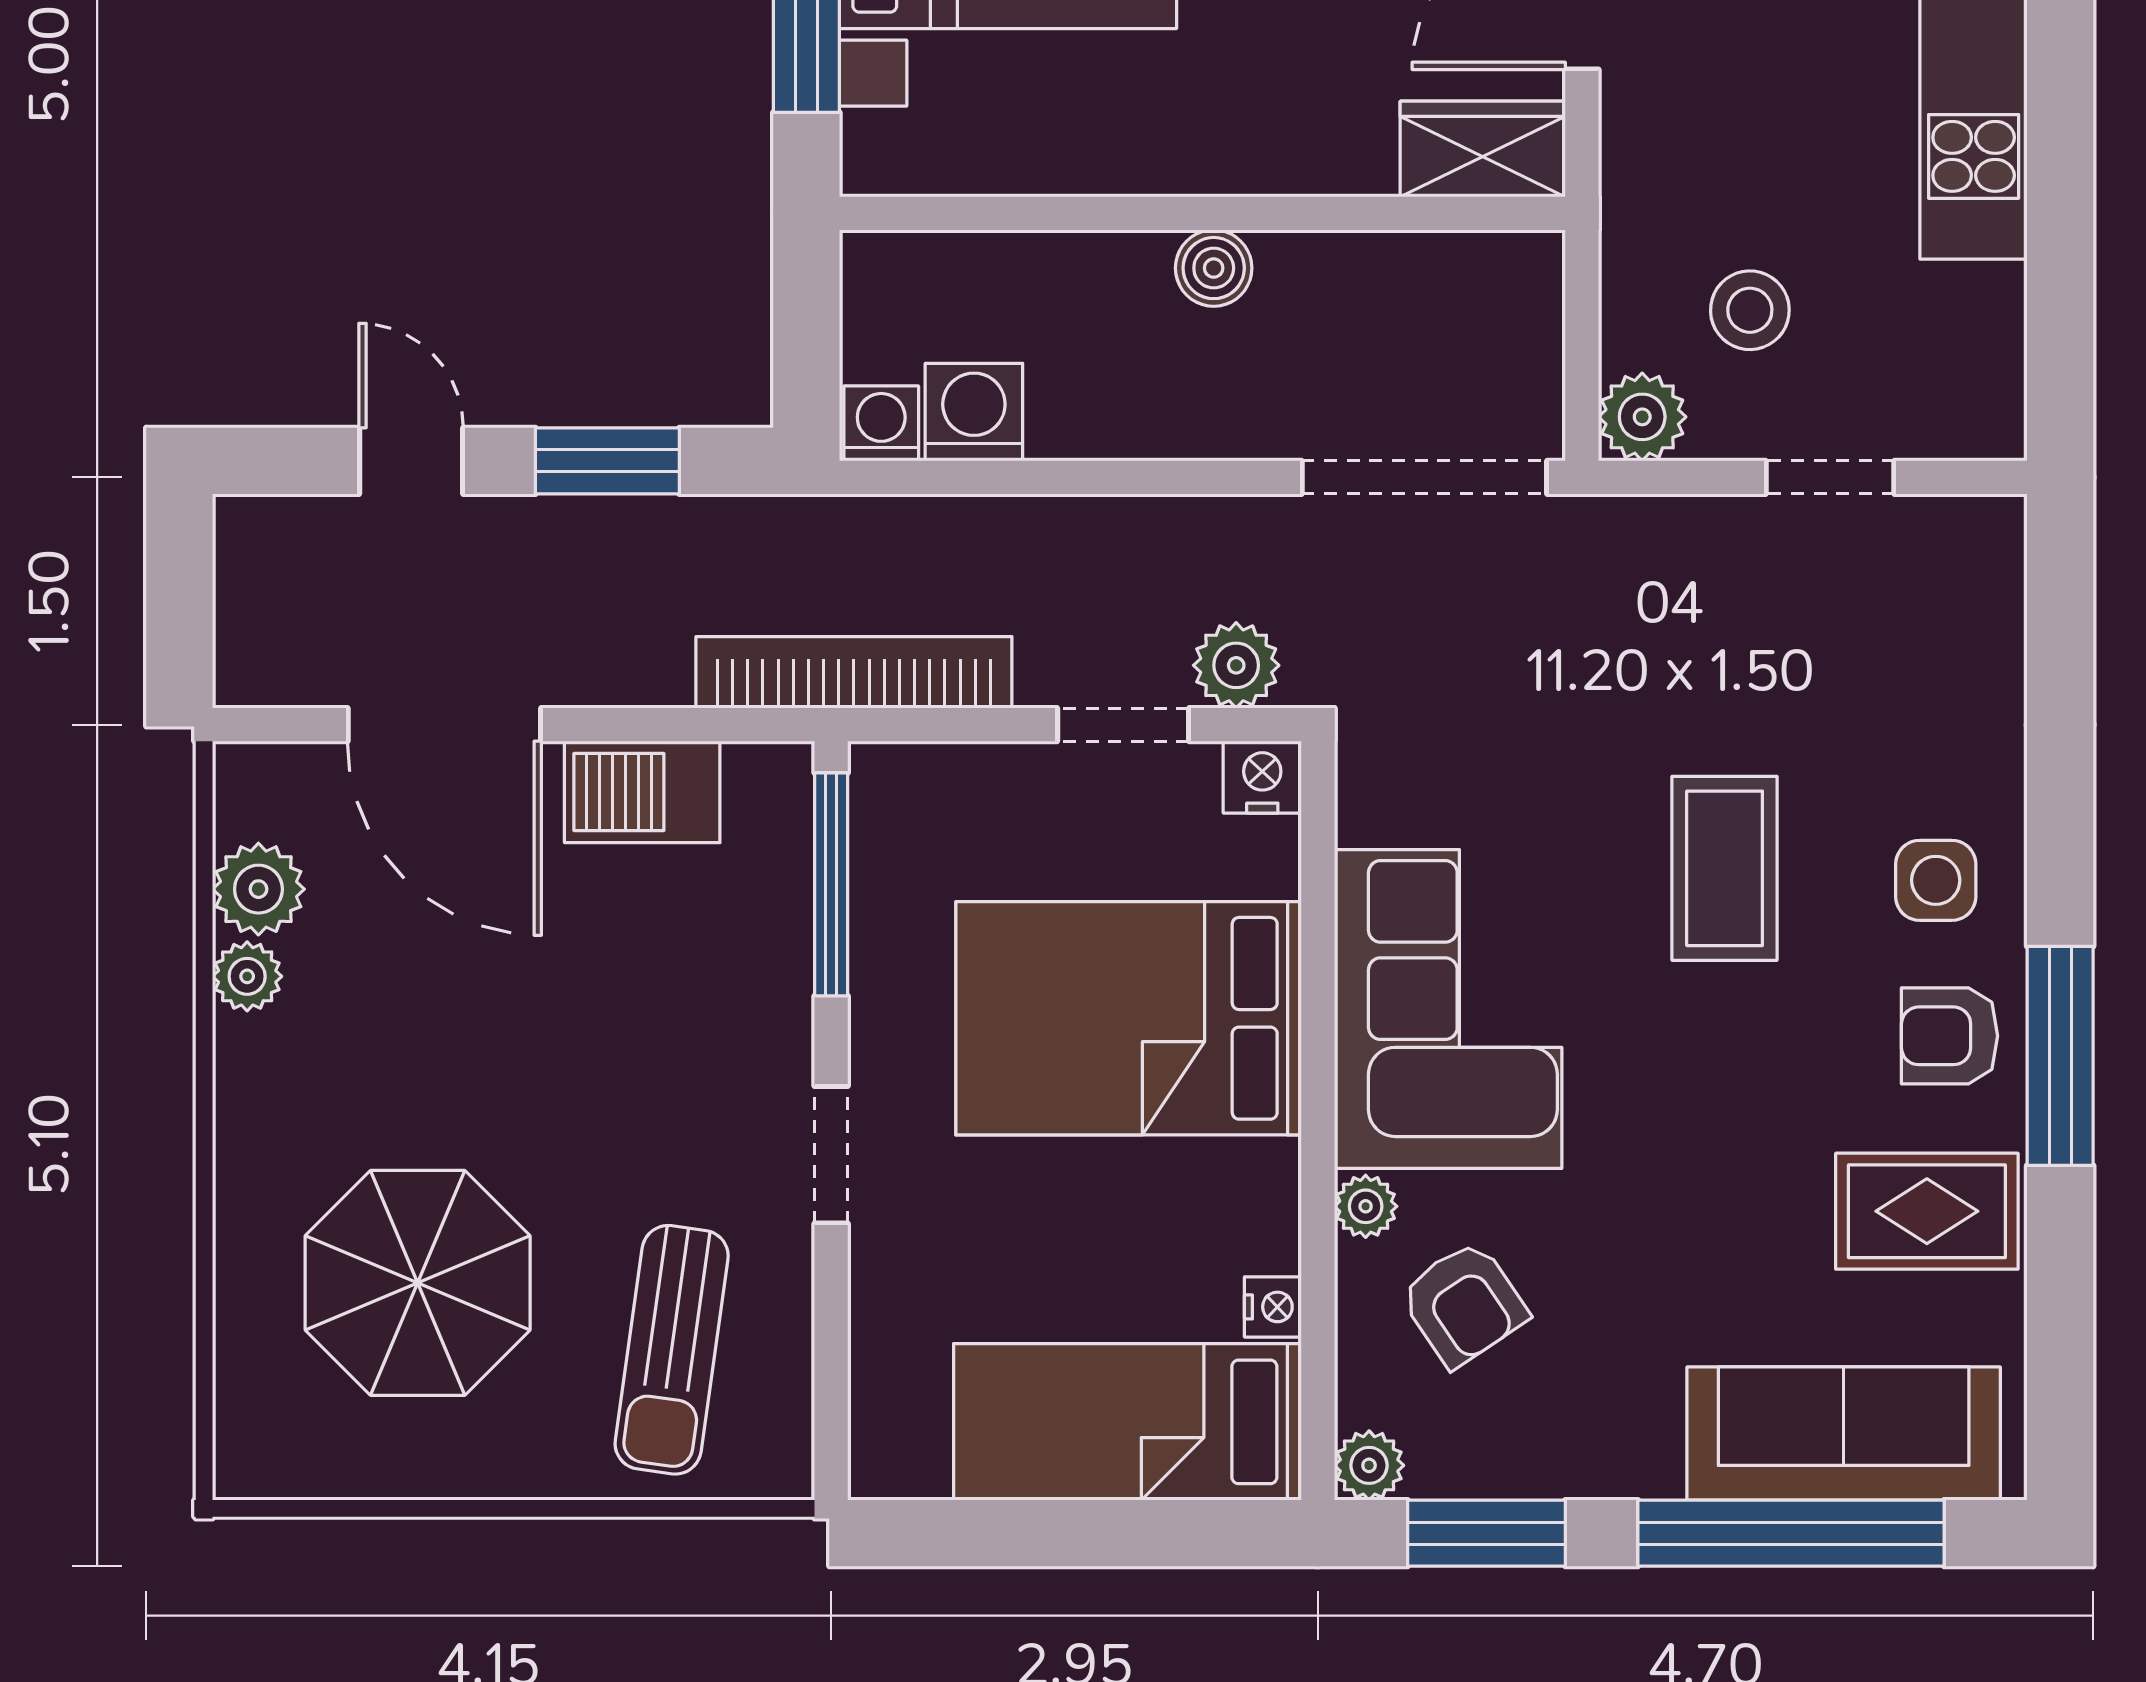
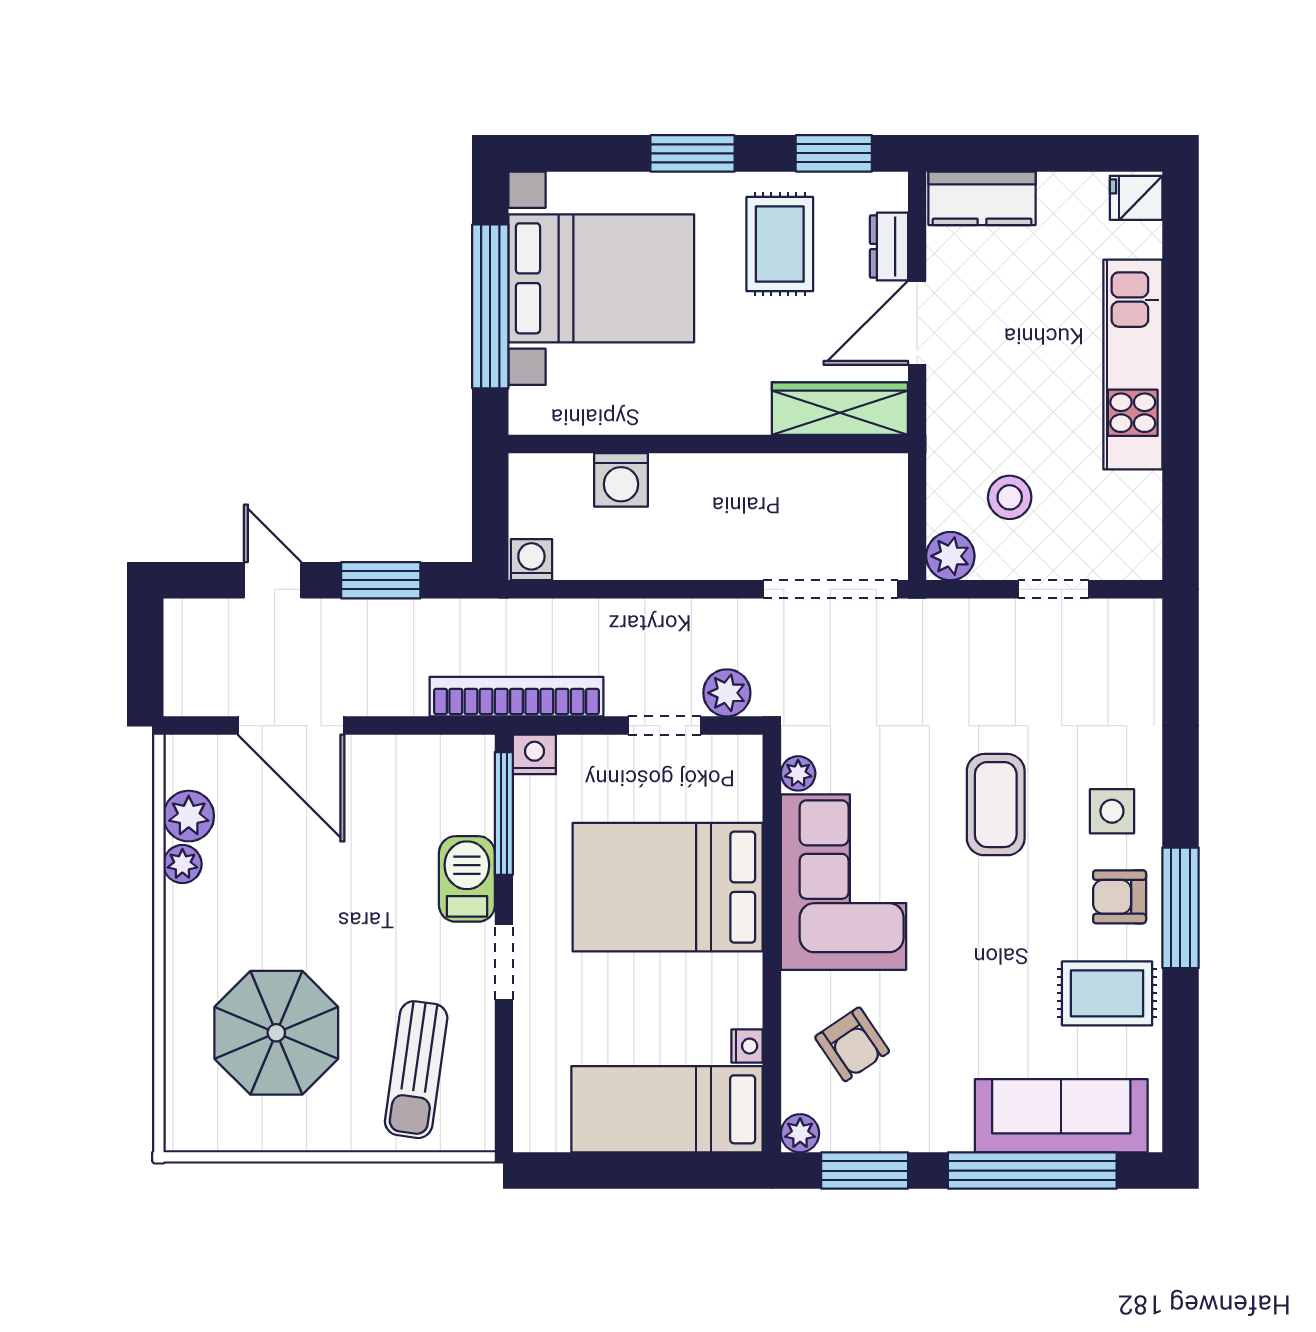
wardrobe: (1483, 149) -> (840, 409), width x1.50
boiler: (1214, 268) -> (714, 474), removed
washing machine: (974, 412) -> (621, 480), moved, turned 180
nightstand: (1262, 777) -> (534, 754), moved
barbecue: (642, 792) -> (467, 879), moved, turned 90
plant: (1366, 1206) -> (798, 773), moved

